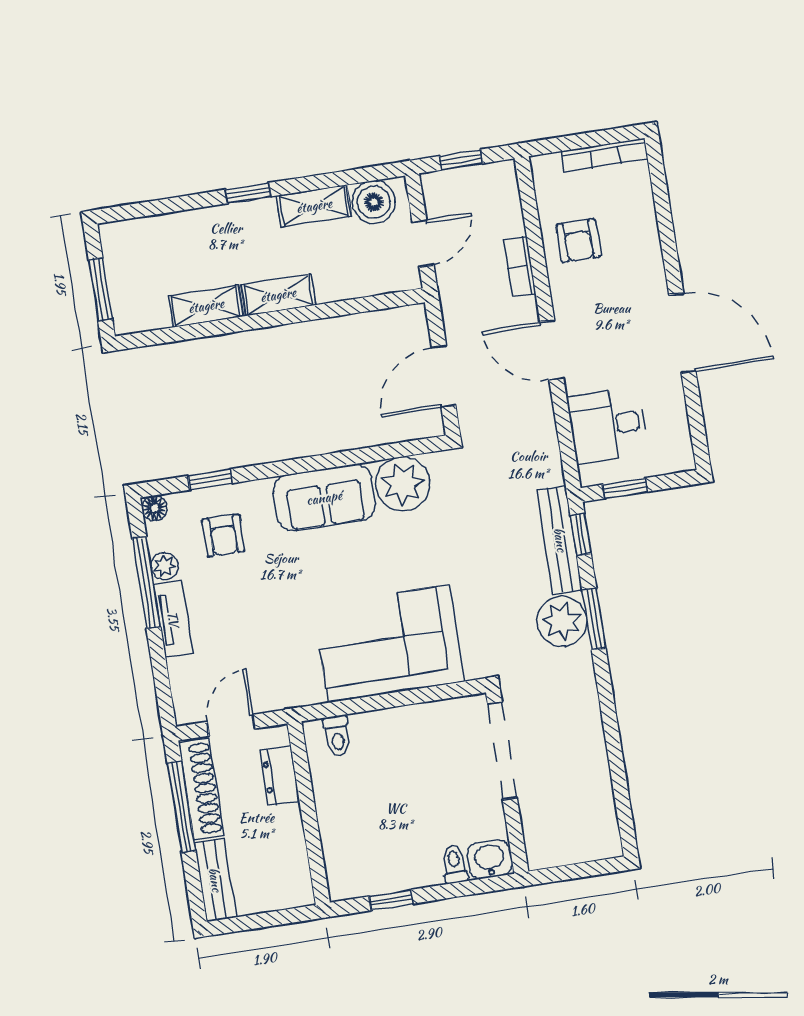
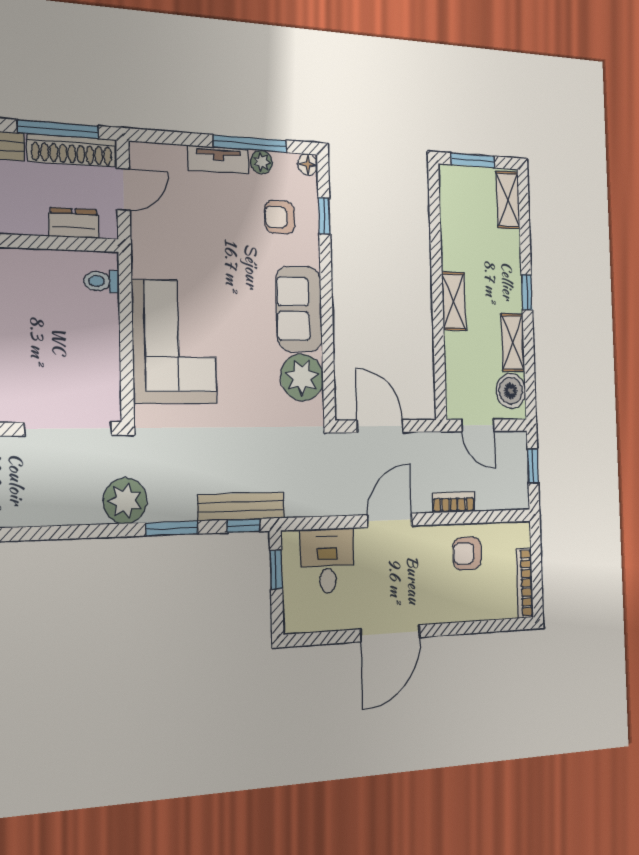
shelving: (206, 306) -> (508, 200), moved
plant: (562, 621) -> (125, 501), moved
door: (231, 725) -> (123, 189), hinge flipped

